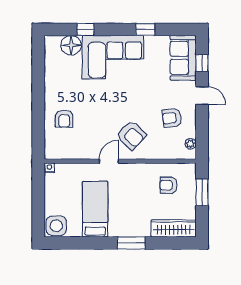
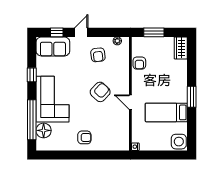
window: (85, 29) -> (32, 120), width x3.17
armchair: (64, 119) -> (84, 137), moved
armchair: (131, 135) -> (100, 92), moved
armchair: (168, 185) -> (139, 63), moved
wardrobe: (174, 228) -> (181, 48), width x0.67
window: (131, 243) -> (192, 97), moved

